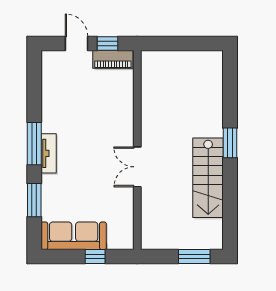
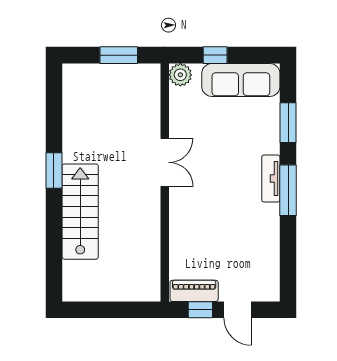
window: (230, 143) -> (54, 171), moved
stairs: (208, 178) -> (80, 212), moved
plant: (124, 240) -> (180, 75), added
window: (194, 257) -> (119, 55), moved

